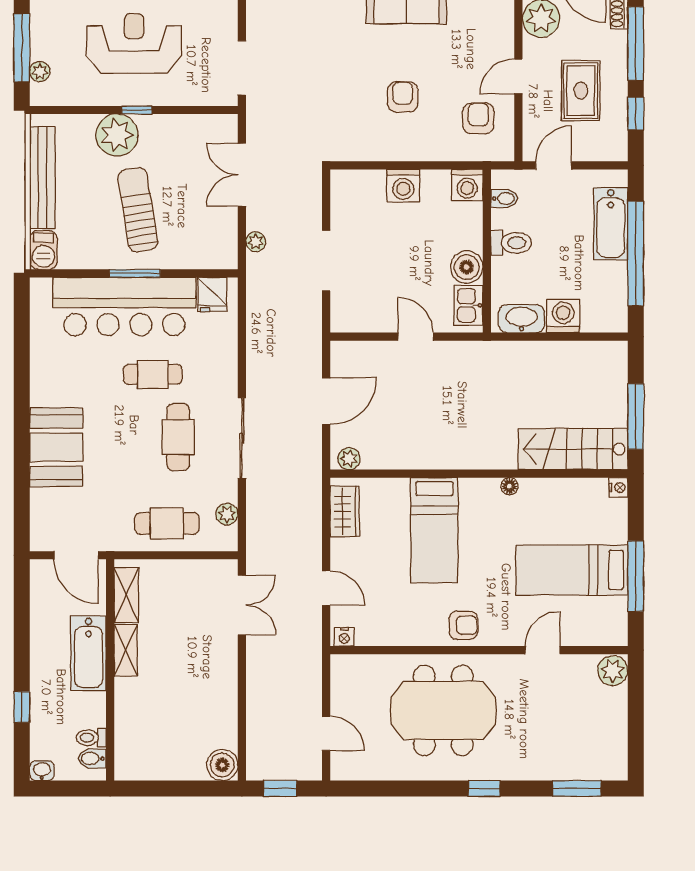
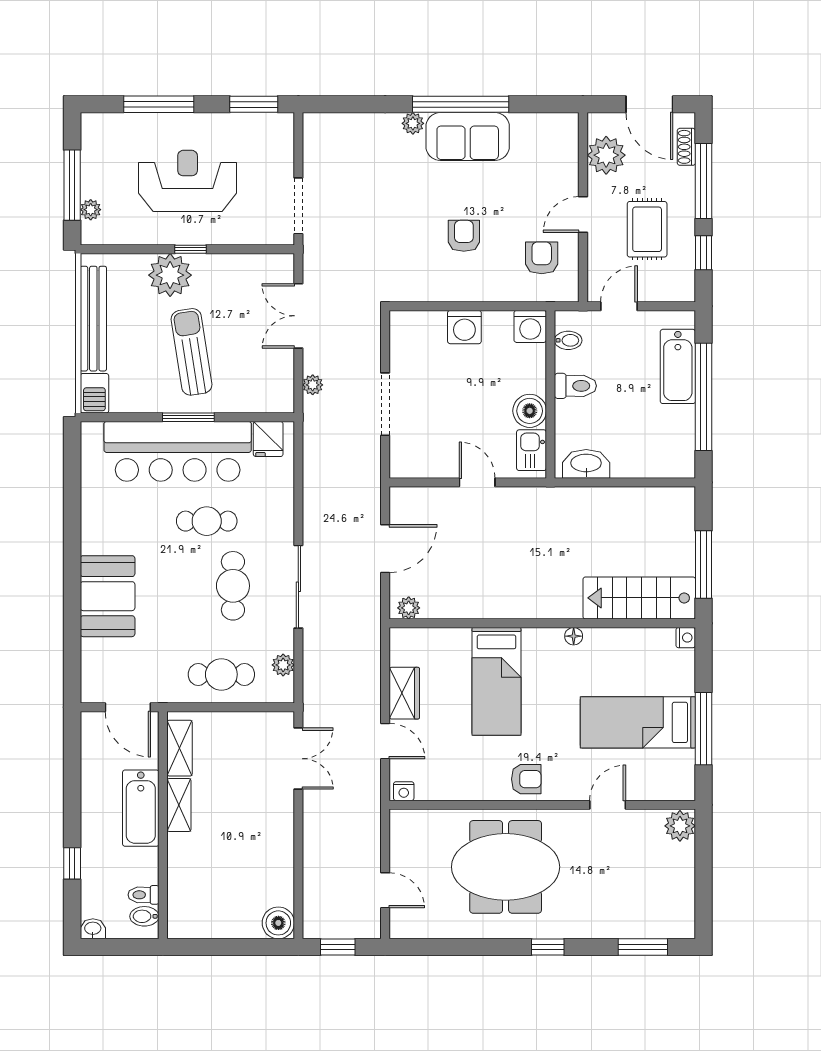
washing machine: (563, 316) -> (629, 461), removed
wardrobe: (345, 511) -> (404, 693), moved

